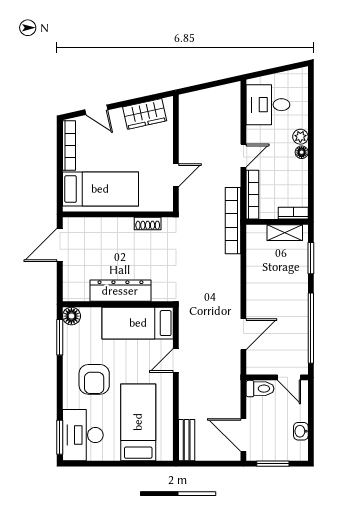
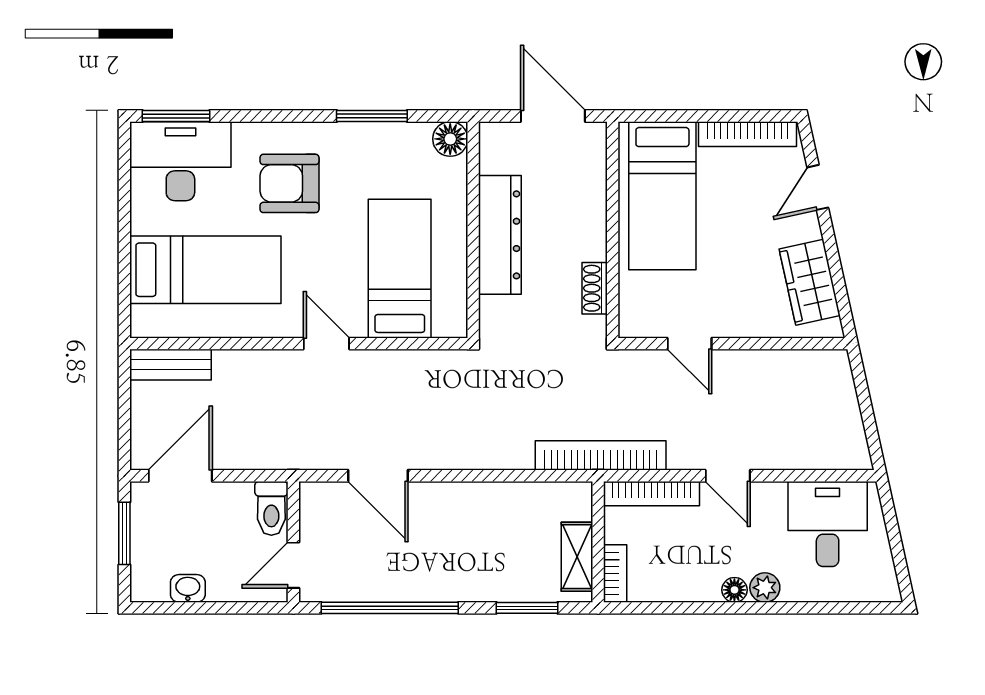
dresser: (120, 291) -> (500, 235), moved
wall: (118, 304) -> (473, 230), moved
floor lamp: (71, 316) -> (450, 139), moved

